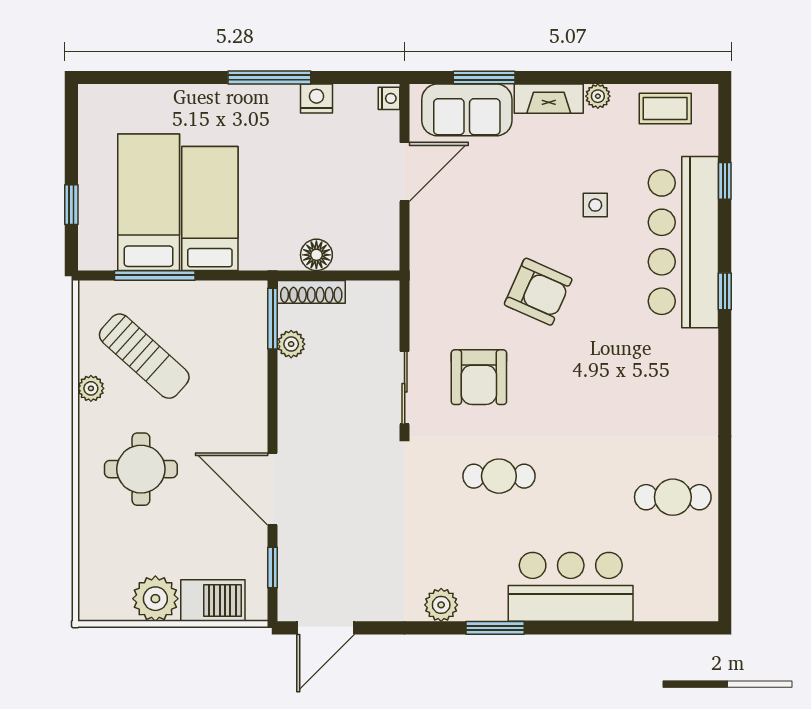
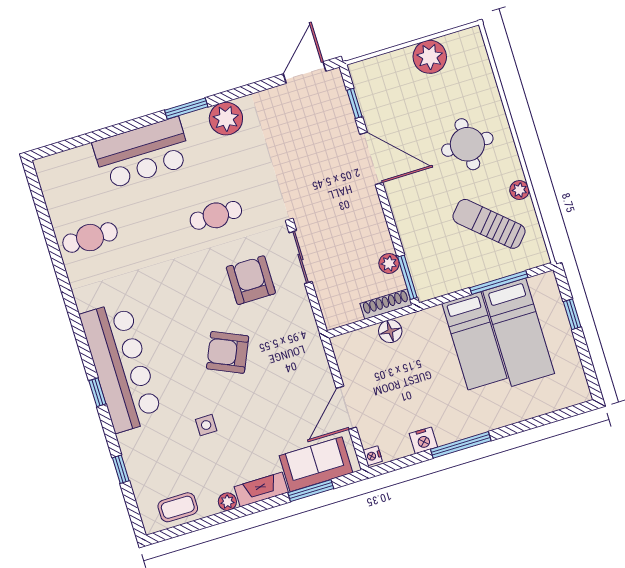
bar counter: (683, 242) -> (121, 367), moved
barbecue: (213, 601) -> (389, 68), removed
plant: (441, 605) -> (226, 119), width x1.36, depth x1.36

